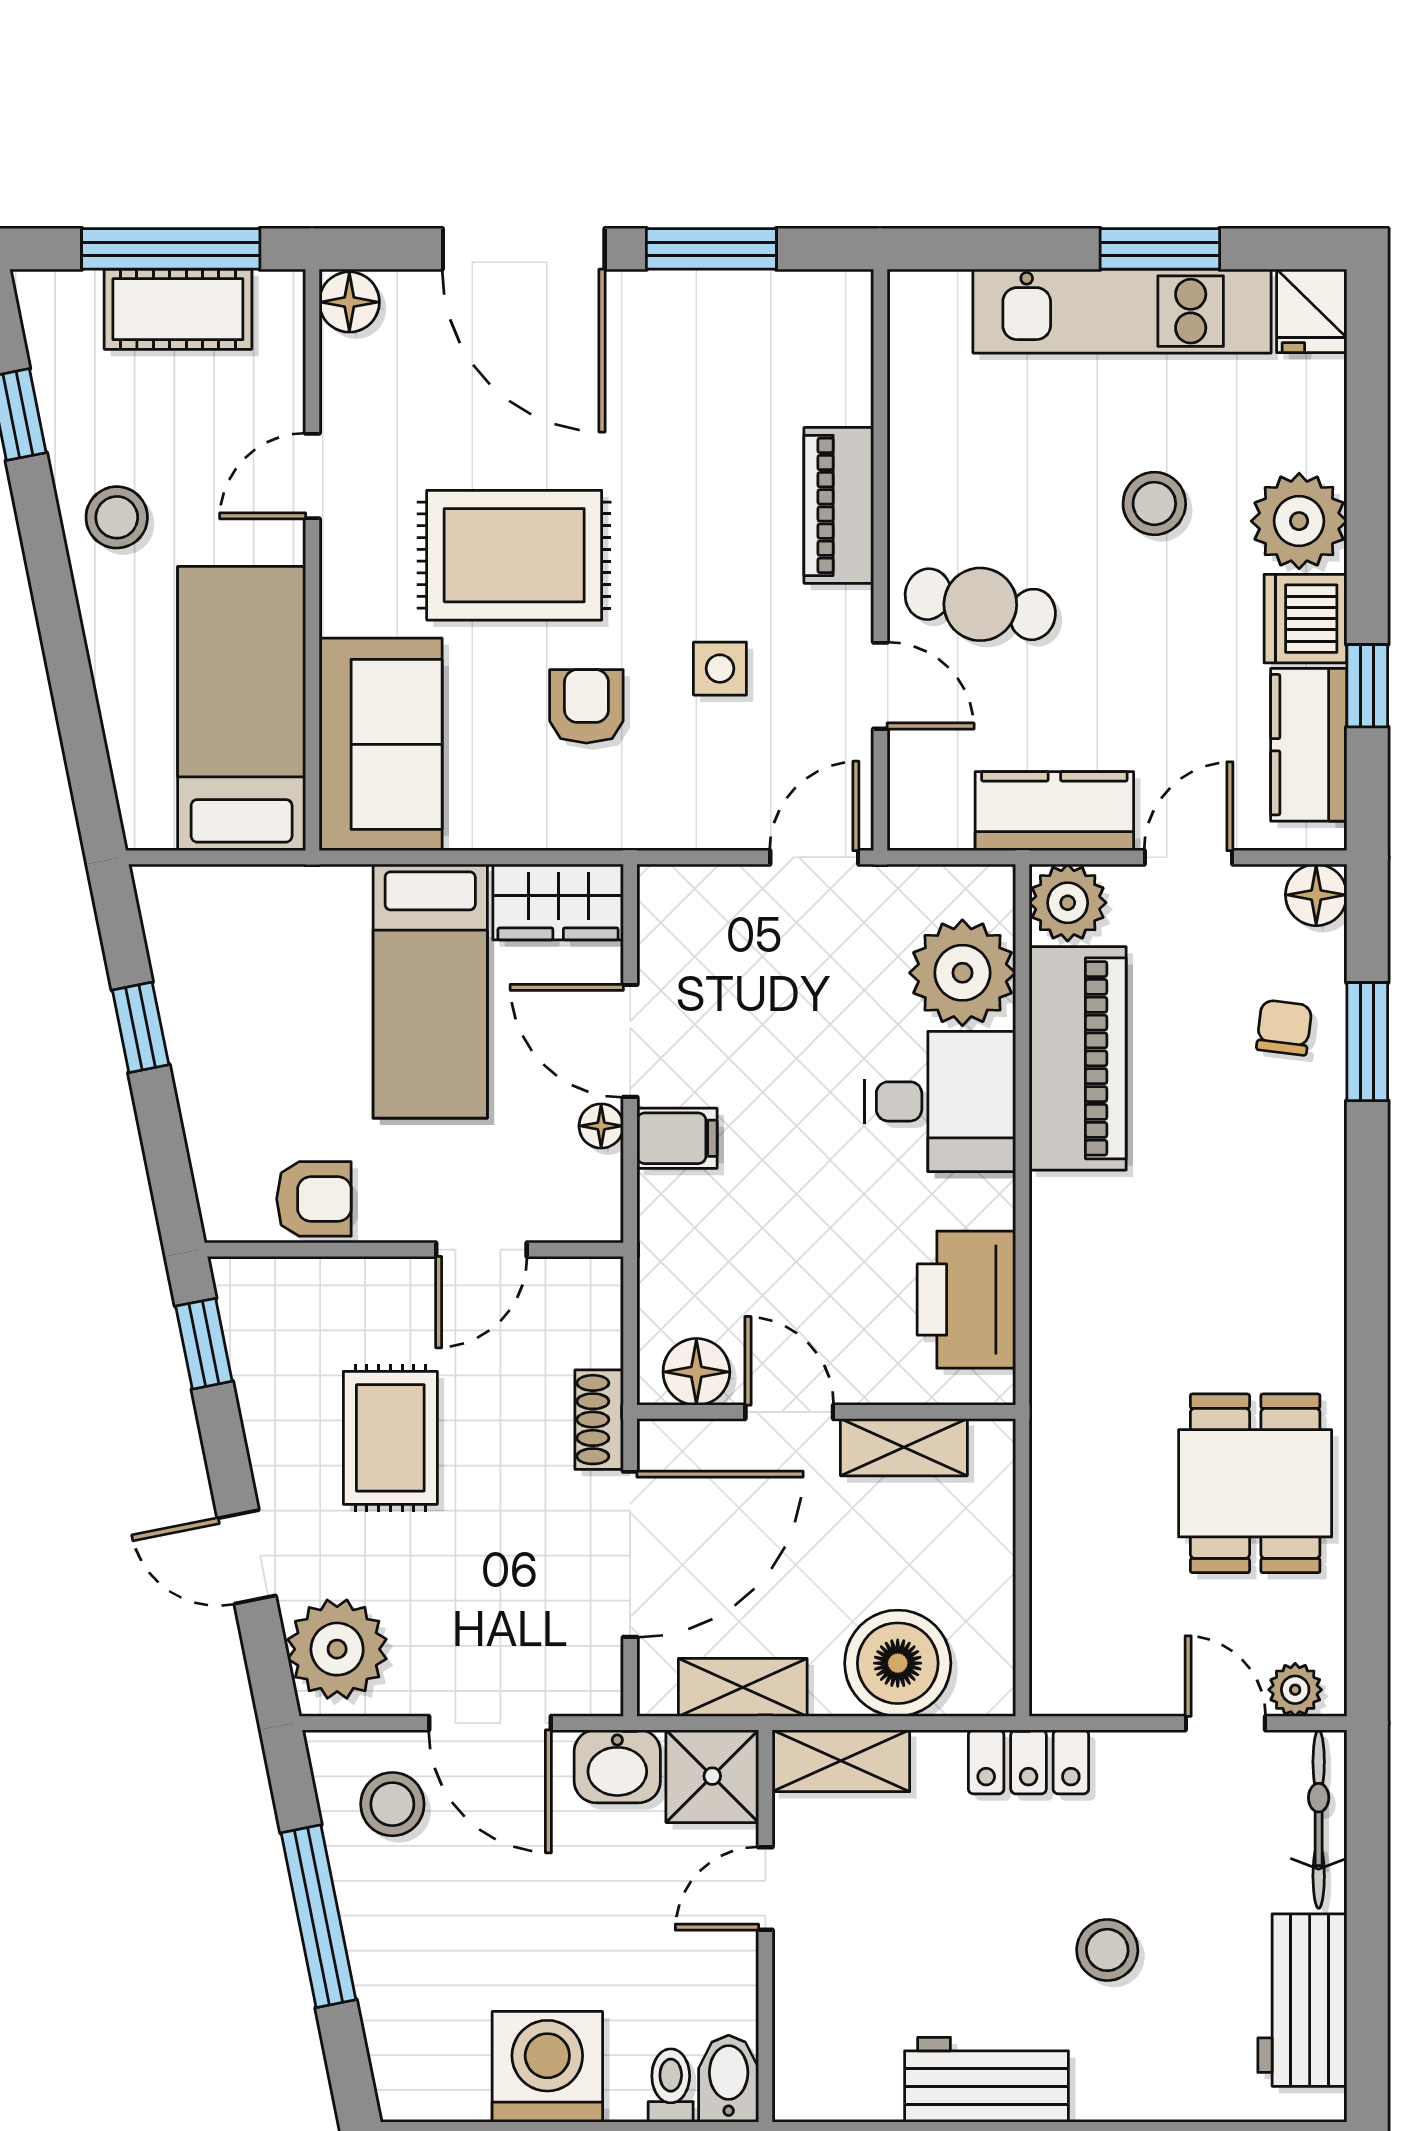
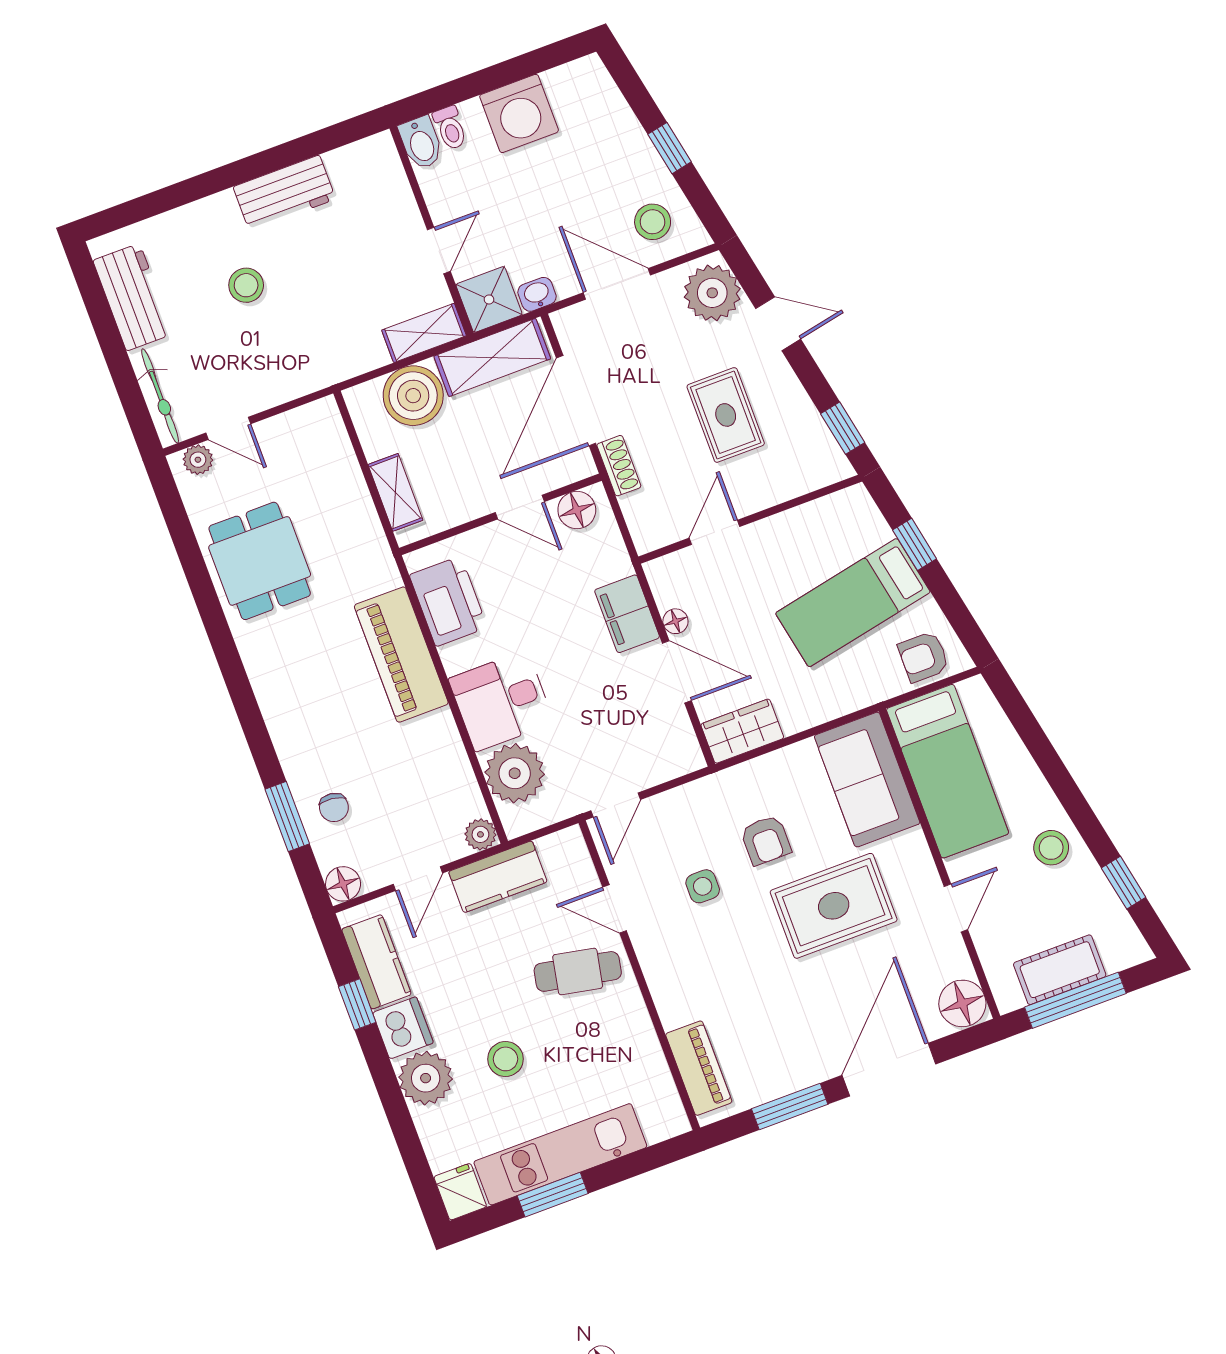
door: (524, 249) -> (889, 1070), hinge flipped
floor lamp: (349, 302) -> (962, 1003), width x1.38, depth x1.38
piano: (839, 505) -> (699, 1068), moved
plant: (1068, 903) -> (480, 834), width x0.73, depth x0.73
bed: (430, 991) -> (853, 603), moved, turned -101
window: (141, 1027) -> (915, 544), moved
piano: (1078, 1058) -> (401, 655), moved
filing cabinet: (677, 1138) -> (627, 614), width x2.00
armchair: (314, 1199) -> (924, 657), moved
shelving: (904, 1447) -> (395, 492), moved, turned 90
shelving: (743, 1687) -> (492, 357), width x1.50, depth x1.33
locker: (1029, 1762) -> (325, 369), removed
washbasin: (617, 1766) -> (537, 294), width x0.72, depth x0.69
window: (319, 1916) -> (670, 148), width x0.46

